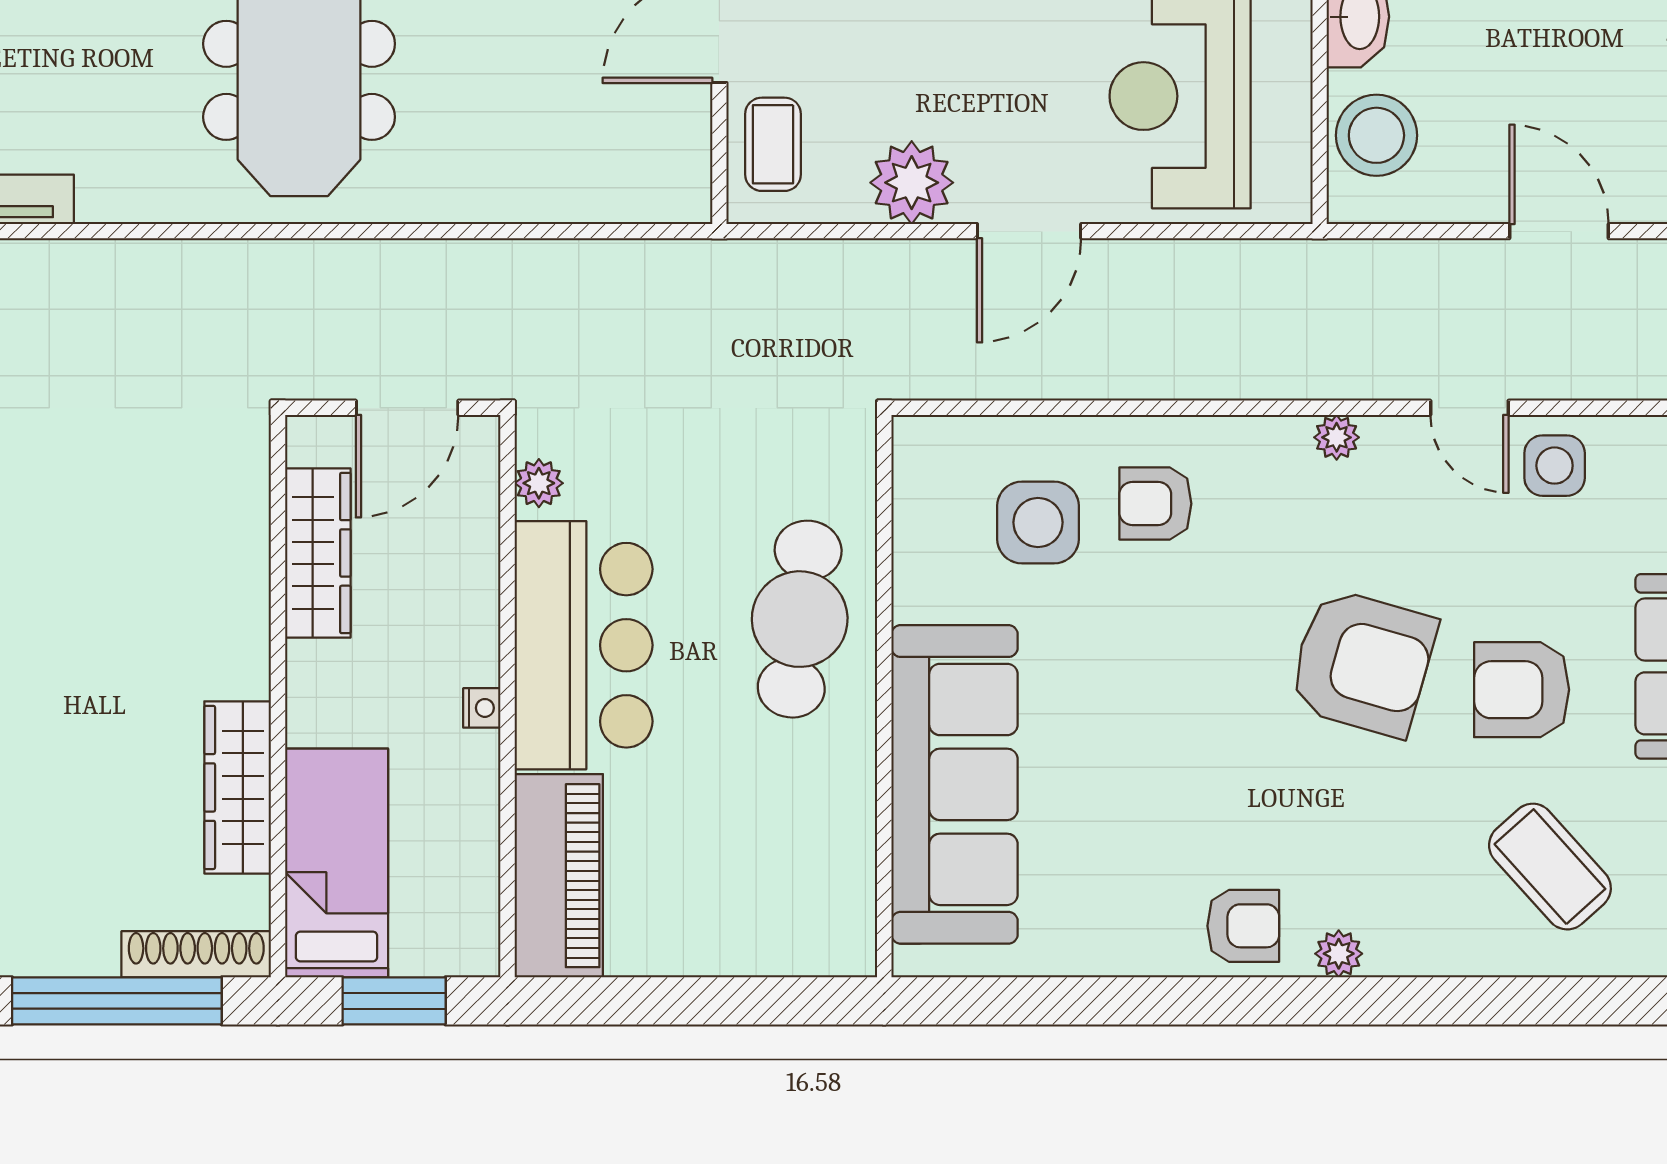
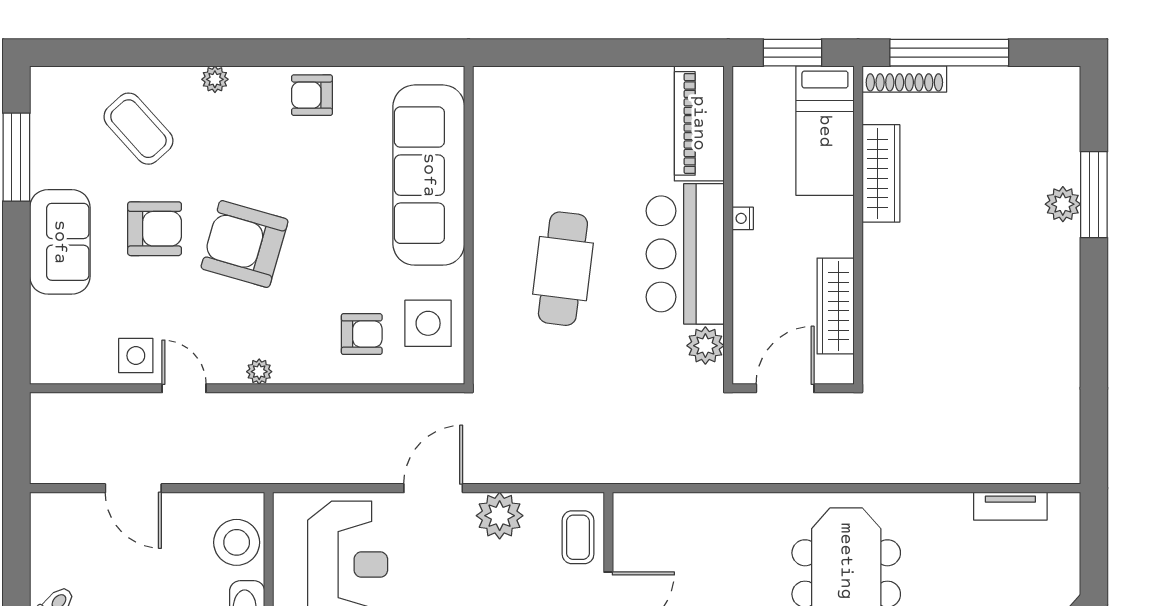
plant: (539, 483) -> (705, 346), width x1.38, depth x1.38
wall: (884, 696) -> (469, 225), moved
sofa: (954, 784) -> (429, 175), moved
plant: (1339, 954) -> (215, 79), moved

